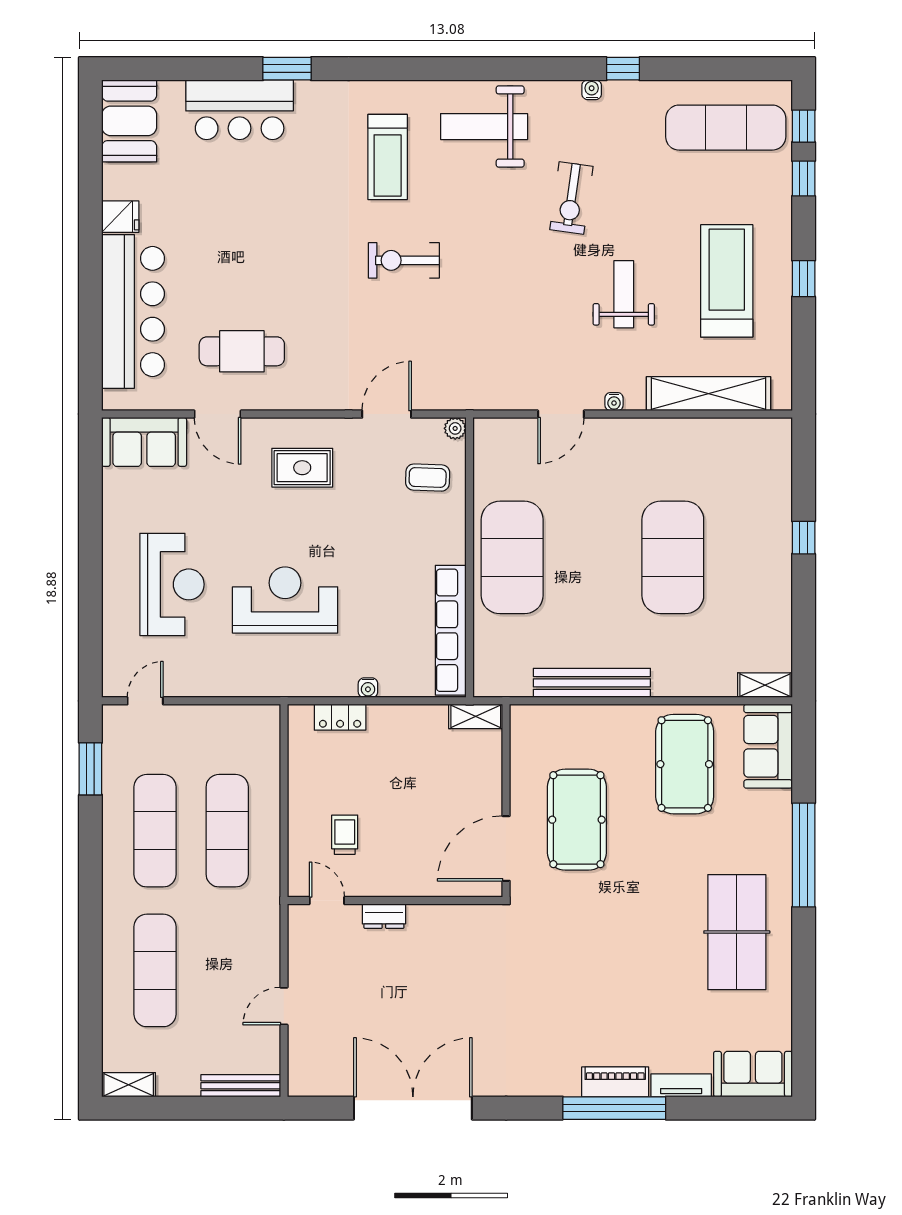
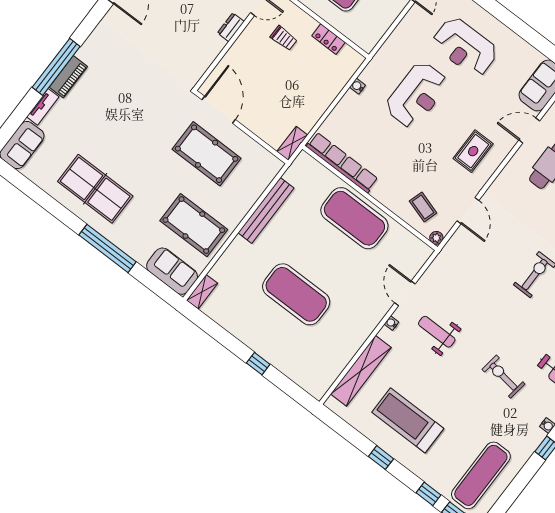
treadmill: (727, 281) -> (408, 420), turned 180
weight bench: (624, 294) -> (437, 332), moved, turned 180
coffee table: (428, 478) -> (423, 207), turned -75
water cooler: (368, 688) -> (357, 86), moved
locker: (340, 717) -> (328, 39), moved, turned -90

